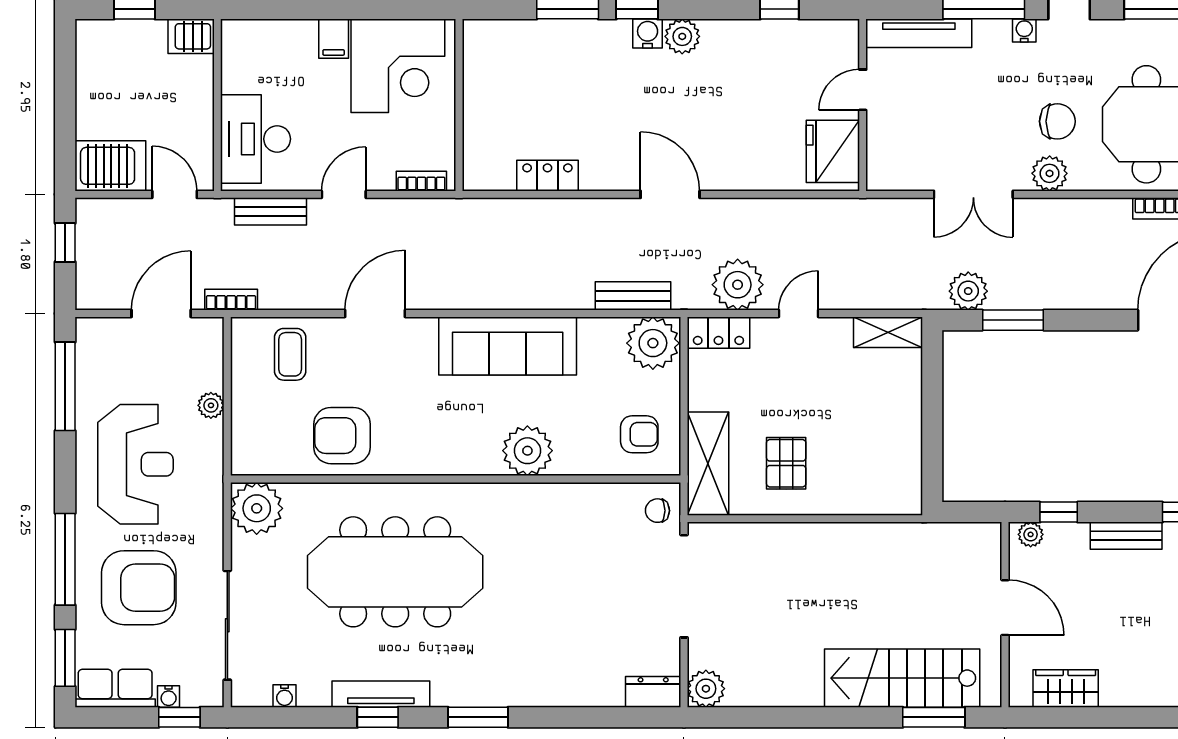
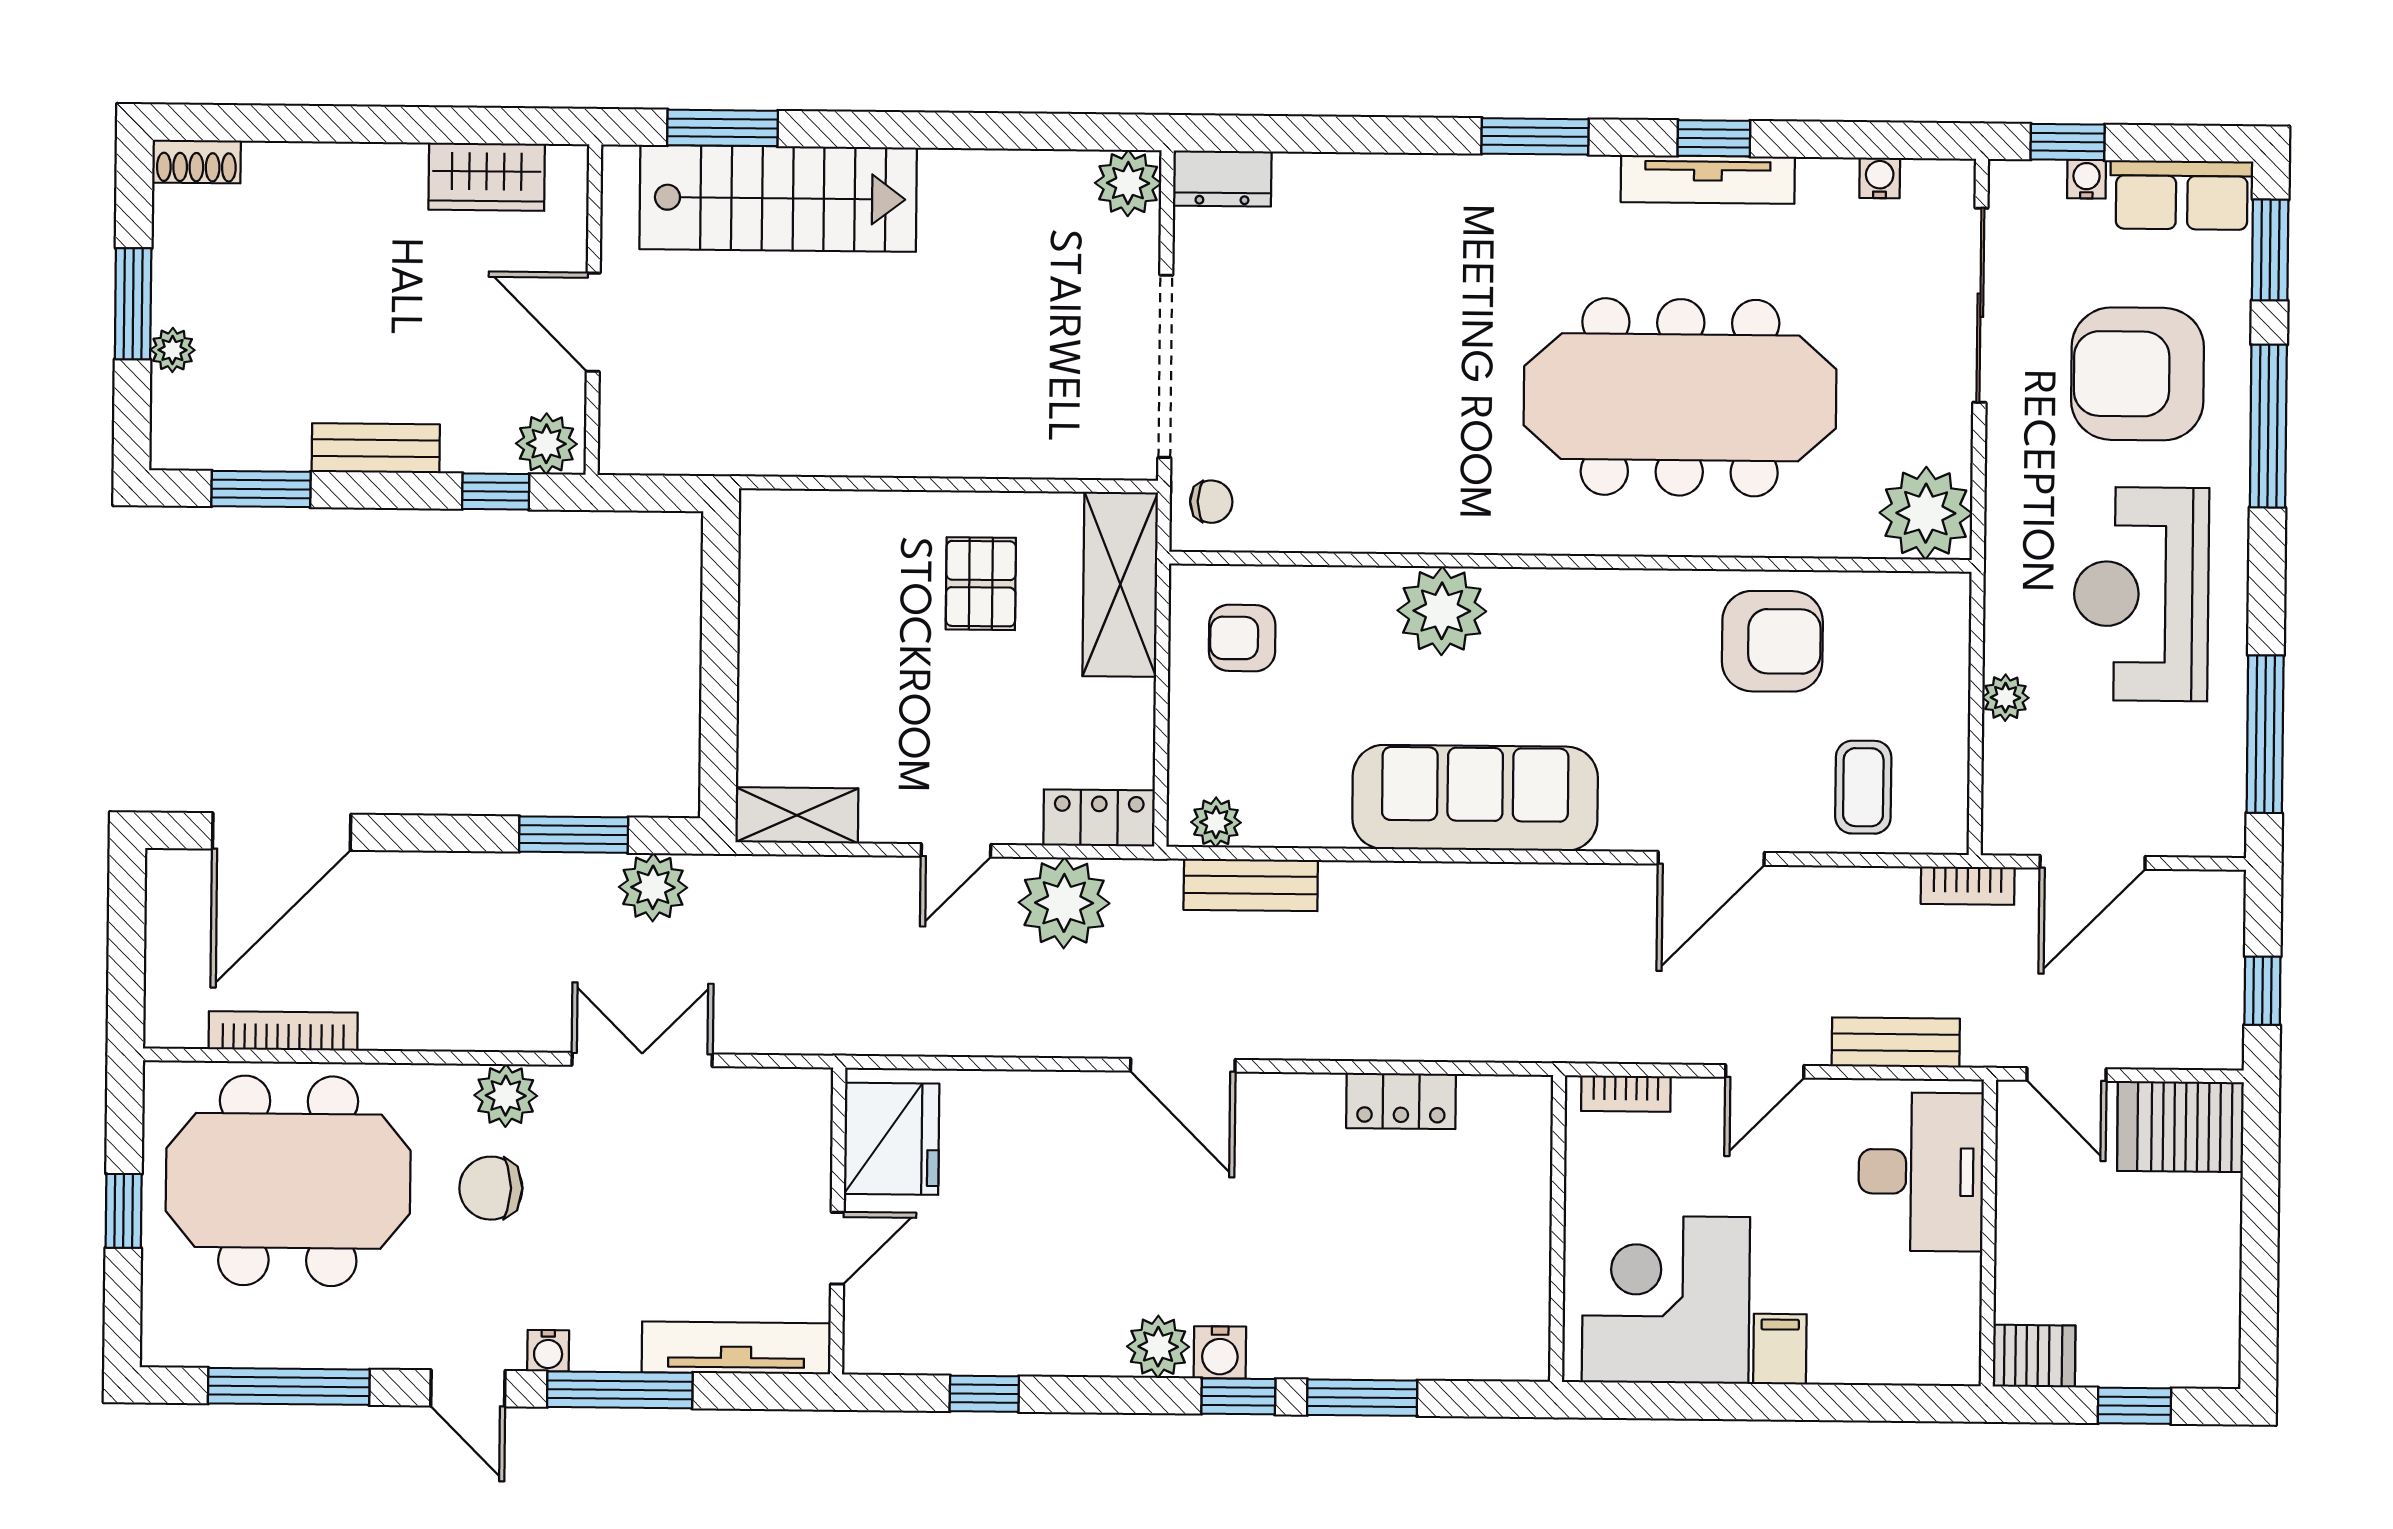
plant: (653, 343) -> (1216, 822), width x0.53, depth x0.53
plant: (1031, 534) -> (546, 444), width x1.38, depth x1.38

